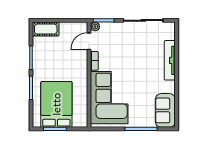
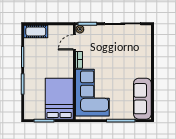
tv unit: (170, 60) -> (146, 59), removed
bed: (56, 104) -> (59, 99), moved
sofa: (165, 110) -> (142, 99), width x1.36

